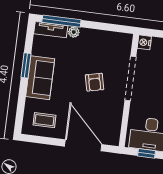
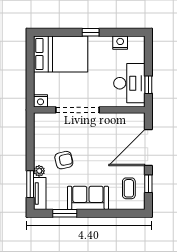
window: (61, 21) -> (30, 184), width x0.69
window: (26, 65) -> (65, 213), moved
armchair: (95, 82) -> (64, 160), moved
window: (47, 141) -> (148, 184), added

